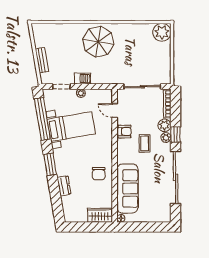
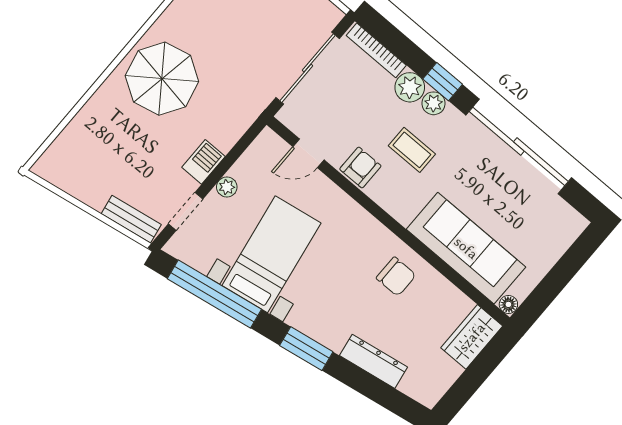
bench: (42, 60) -> (131, 219), moved
dresser: (64, 186) -> (374, 361), width x1.44

